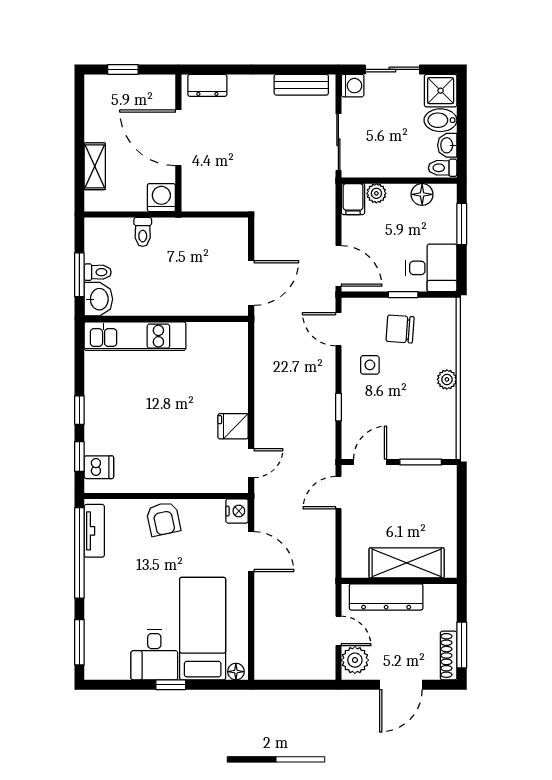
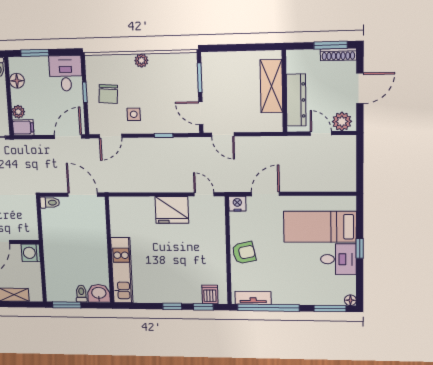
toilet: (143, 232) -> (50, 203), moved
window: (79, 275) -> (67, 305), moved
fridge: (233, 426) -> (172, 210), width x1.88, depth x1.34
door: (338, 631) -> (321, 133), hinge flipped
floor lamp: (236, 672) -> (350, 300), moved
door: (401, 685) -> (360, 88), hinge flipped

